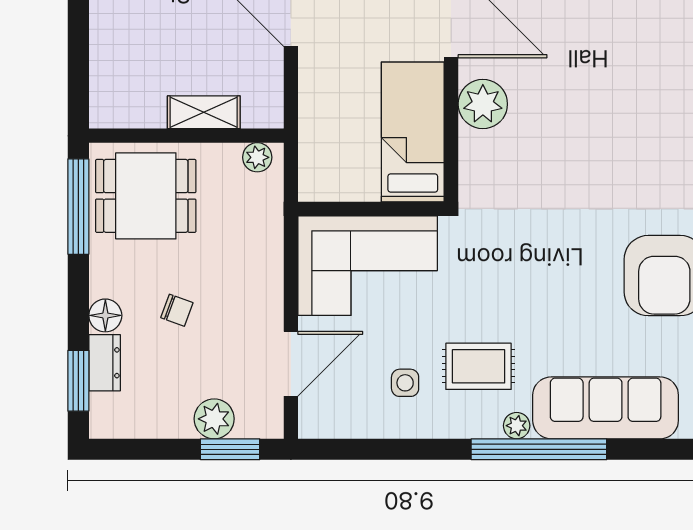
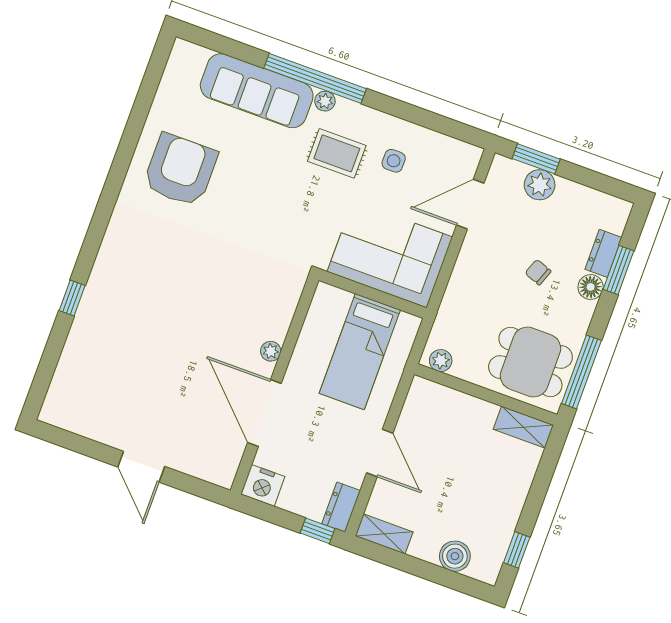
plant: (483, 104) -> (271, 351), width x0.53, depth x0.53
shelving: (204, 112) -> (523, 427), moved
bed: (413, 132) -> (360, 352), moved
window: (78, 381) -> (619, 270), moved

